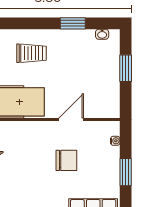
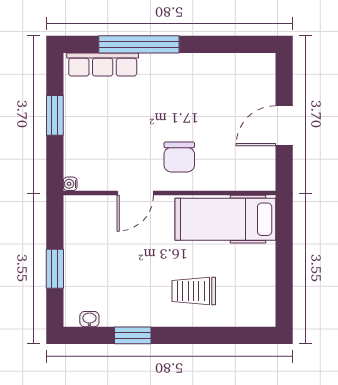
water cooler: (115, 141) -> (70, 184), moved
chair: (66, 160) -> (179, 157), moved, turned -90

